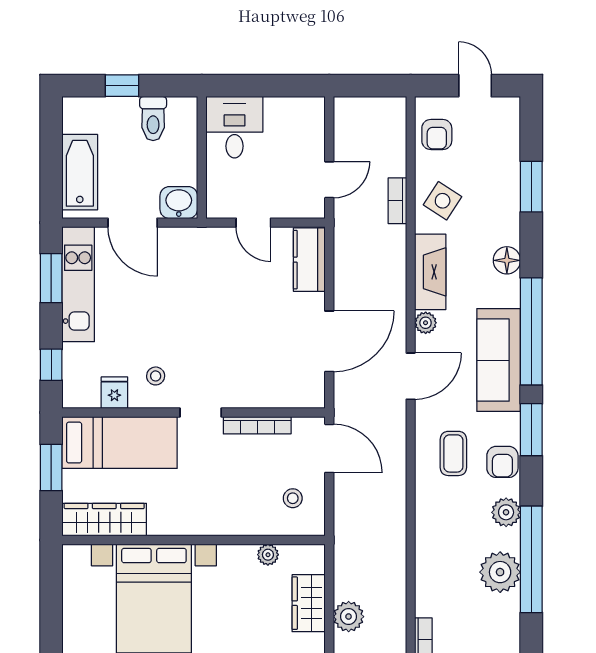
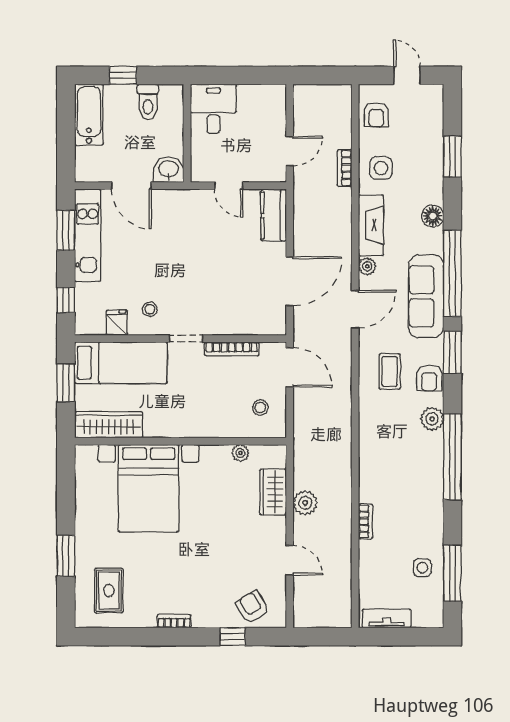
bathtub: (80, 172) -> (89, 115), moved
side table: (443, 201) -> (381, 168), turned -33
plant: (500, 572) -> (427, 467), removed

